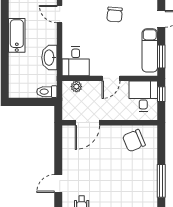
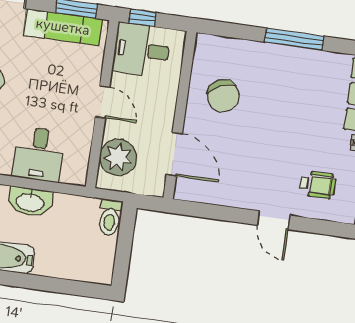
washbasin: (49, 58) -> (30, 202), moved
desk: (76, 61) -> (39, 154), moved, turned 90
plant: (76, 87) -> (118, 157), width x1.88, depth x1.88
chair: (134, 141) -> (223, 96), moved

